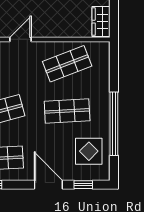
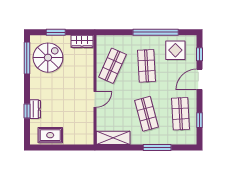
door: (21, 39) -> (95, 99), swing flipped
shop shelf: (67, 64) -> (112, 66), turned 45

